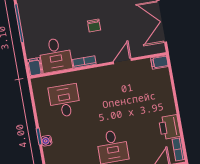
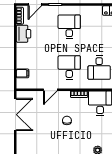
filing cabinet: (159, 62) -> (22, 73), moved
desk: (103, 94) -> (69, 68), added

